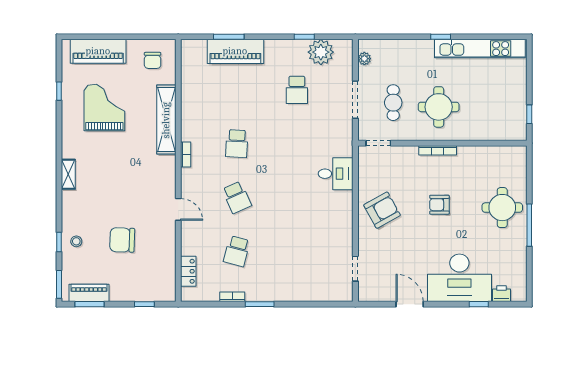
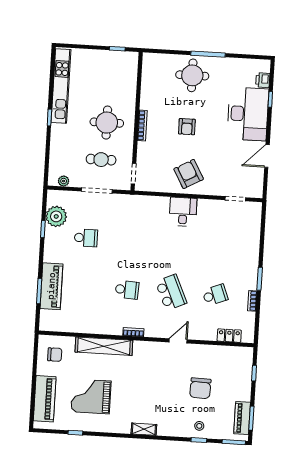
desk: (336, 174) -> (183, 212), moved
school desk: (237, 197) -> (171, 292), width x1.85
school desk: (237, 251) -> (215, 295), turned -36

